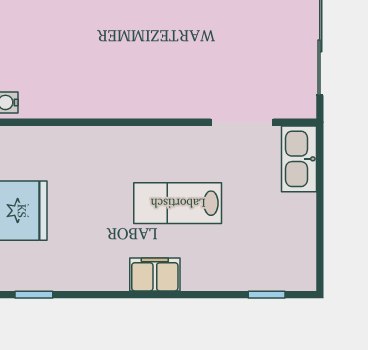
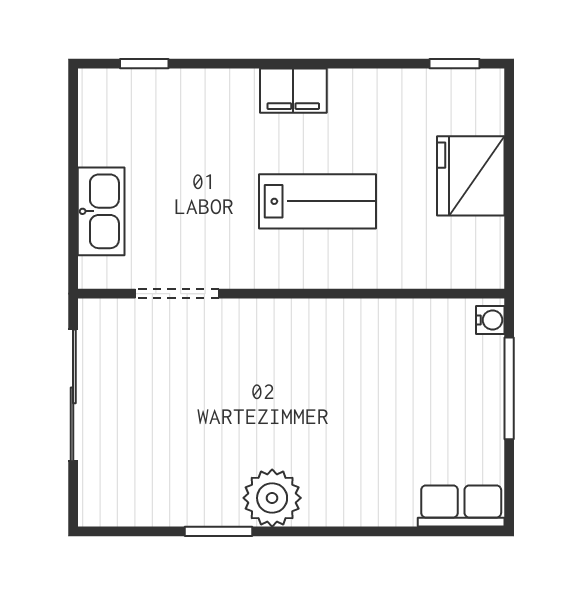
kitchen sink: (299, 159) -> (101, 211), moved
lab bench: (178, 203) -> (318, 201), moved

